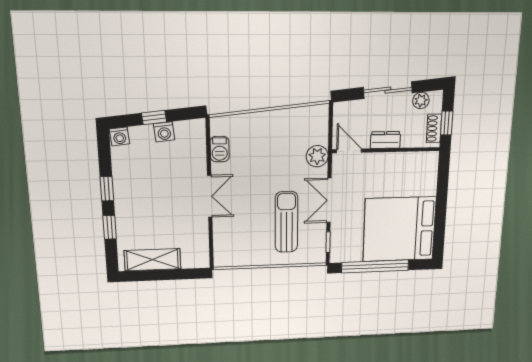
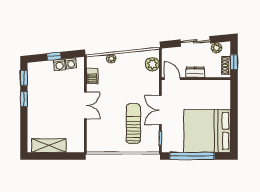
plant: (250, 120) -> (111, 59), added
washing machine: (119, 136) -> (71, 63), moved
plant: (317, 156) -> (152, 64), moved
window: (110, 227) -> (24, 78), moved

